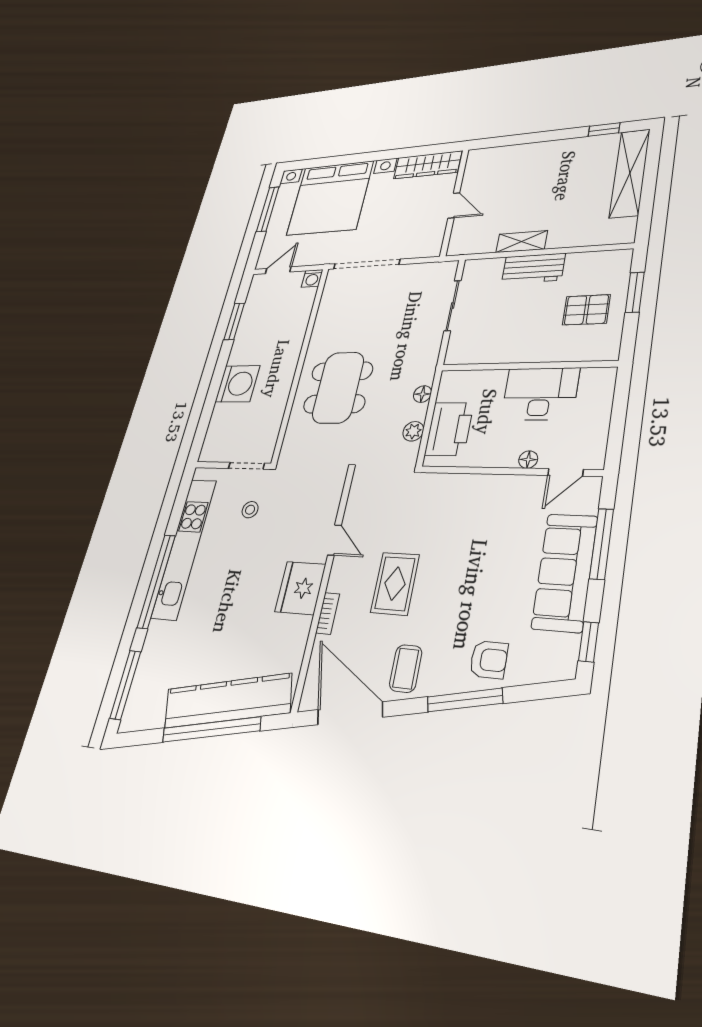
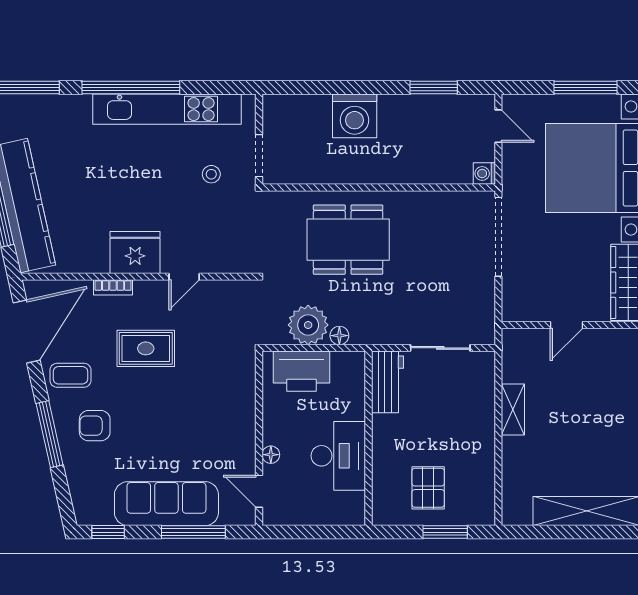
workbench: (533, 268) -> (387, 382), moved, turned 180
plant: (413, 431) -> (308, 325), width x1.87, depth x1.87
armchair: (489, 660) -> (95, 426), moved, turned 90

